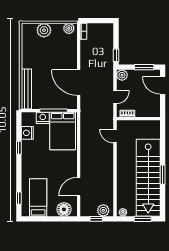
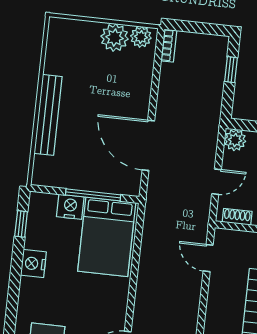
plant: (44, 30) -> (115, 38), moved
window: (116, 55) -> (231, 70), moved
bench: (26, 89) -> (48, 115), moved
nightstand: (27, 133) -> (33, 264), moved
window: (19, 148) -> (21, 224), moved

